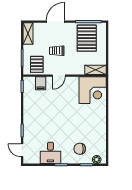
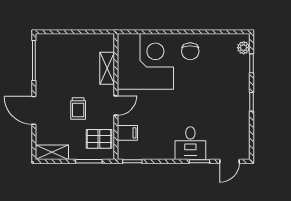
pallet: (87, 38) -> (59, 63), removed
shelving: (96, 70) -> (107, 68), moved
door: (59, 76) -> (116, 105), hinge flipped
corner desk: (93, 90) -> (145, 61), width x1.36, depth x1.36
chair: (80, 149) -> (190, 51), moved
desk: (50, 153) -> (190, 143), moved, turned 90

